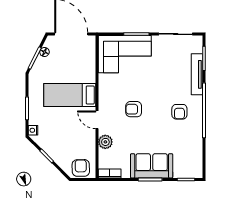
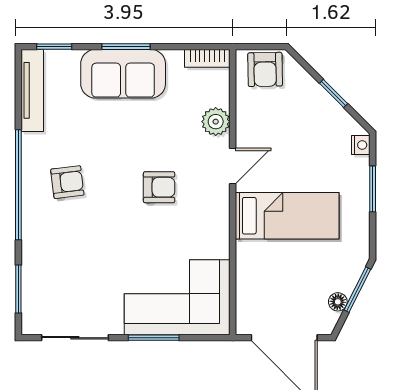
tv unit: (197, 74) -> (32, 90), moved
armchair: (179, 112) -> (67, 182), turned 83
door: (97, 120) -> (233, 166), hinge flipped

